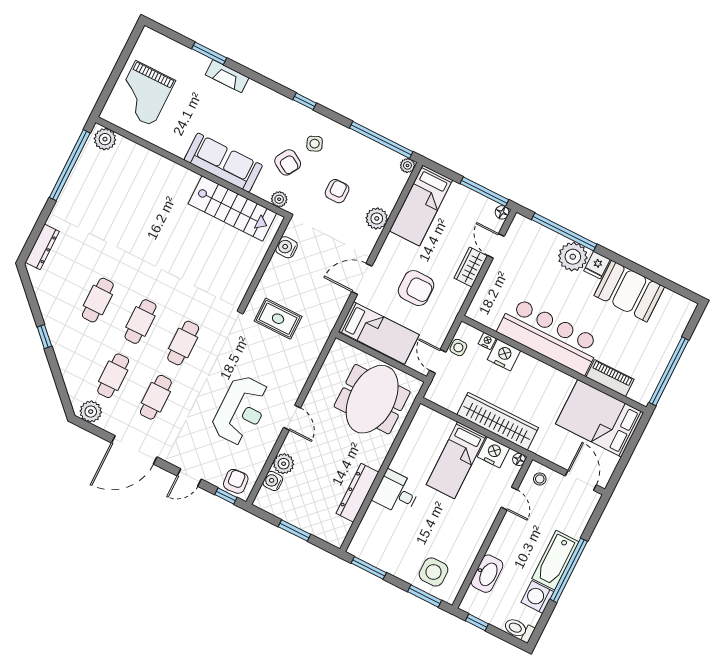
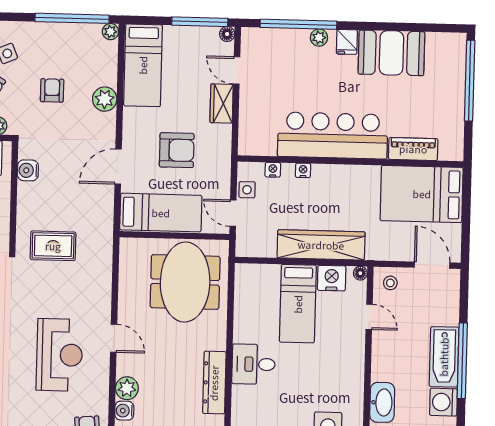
plant: (573, 257) -> (319, 38), width x0.53, depth x0.53
nightstand: (504, 355) -> (303, 170), width x0.53, depth x0.56
window: (669, 371) -> (470, 81), moved

